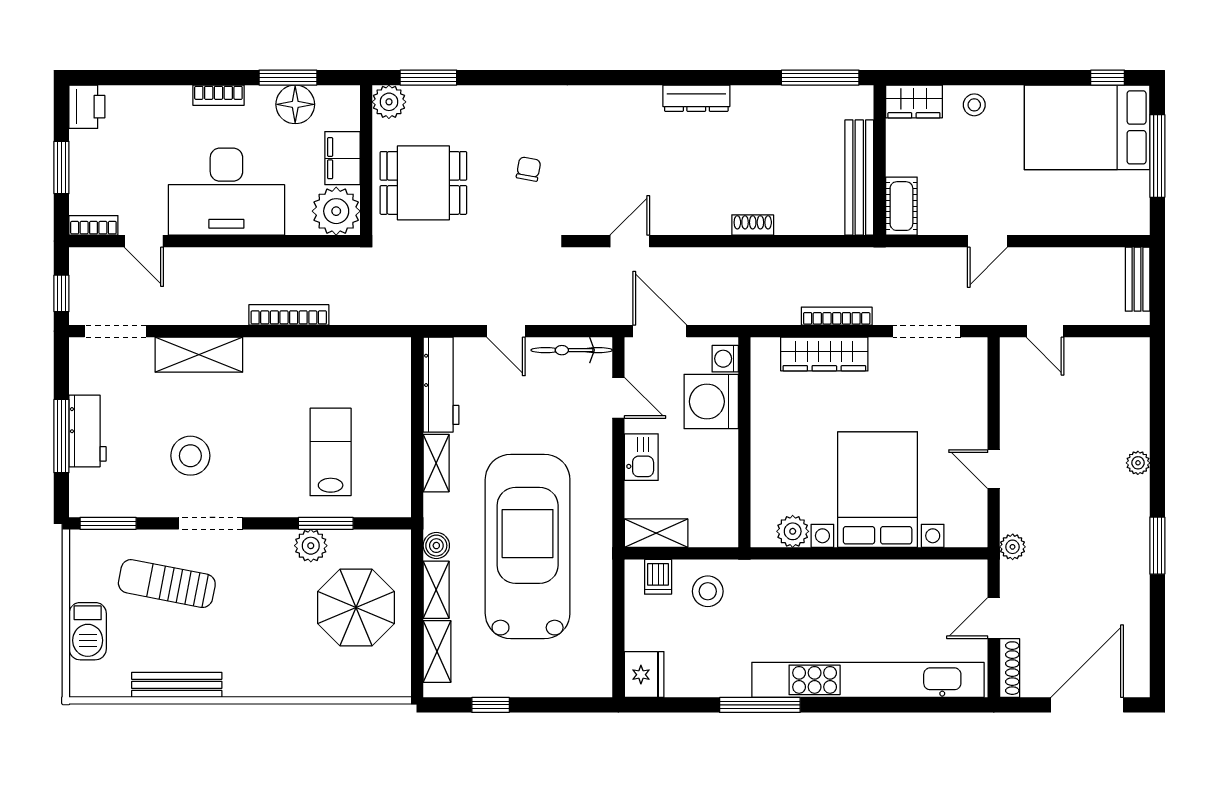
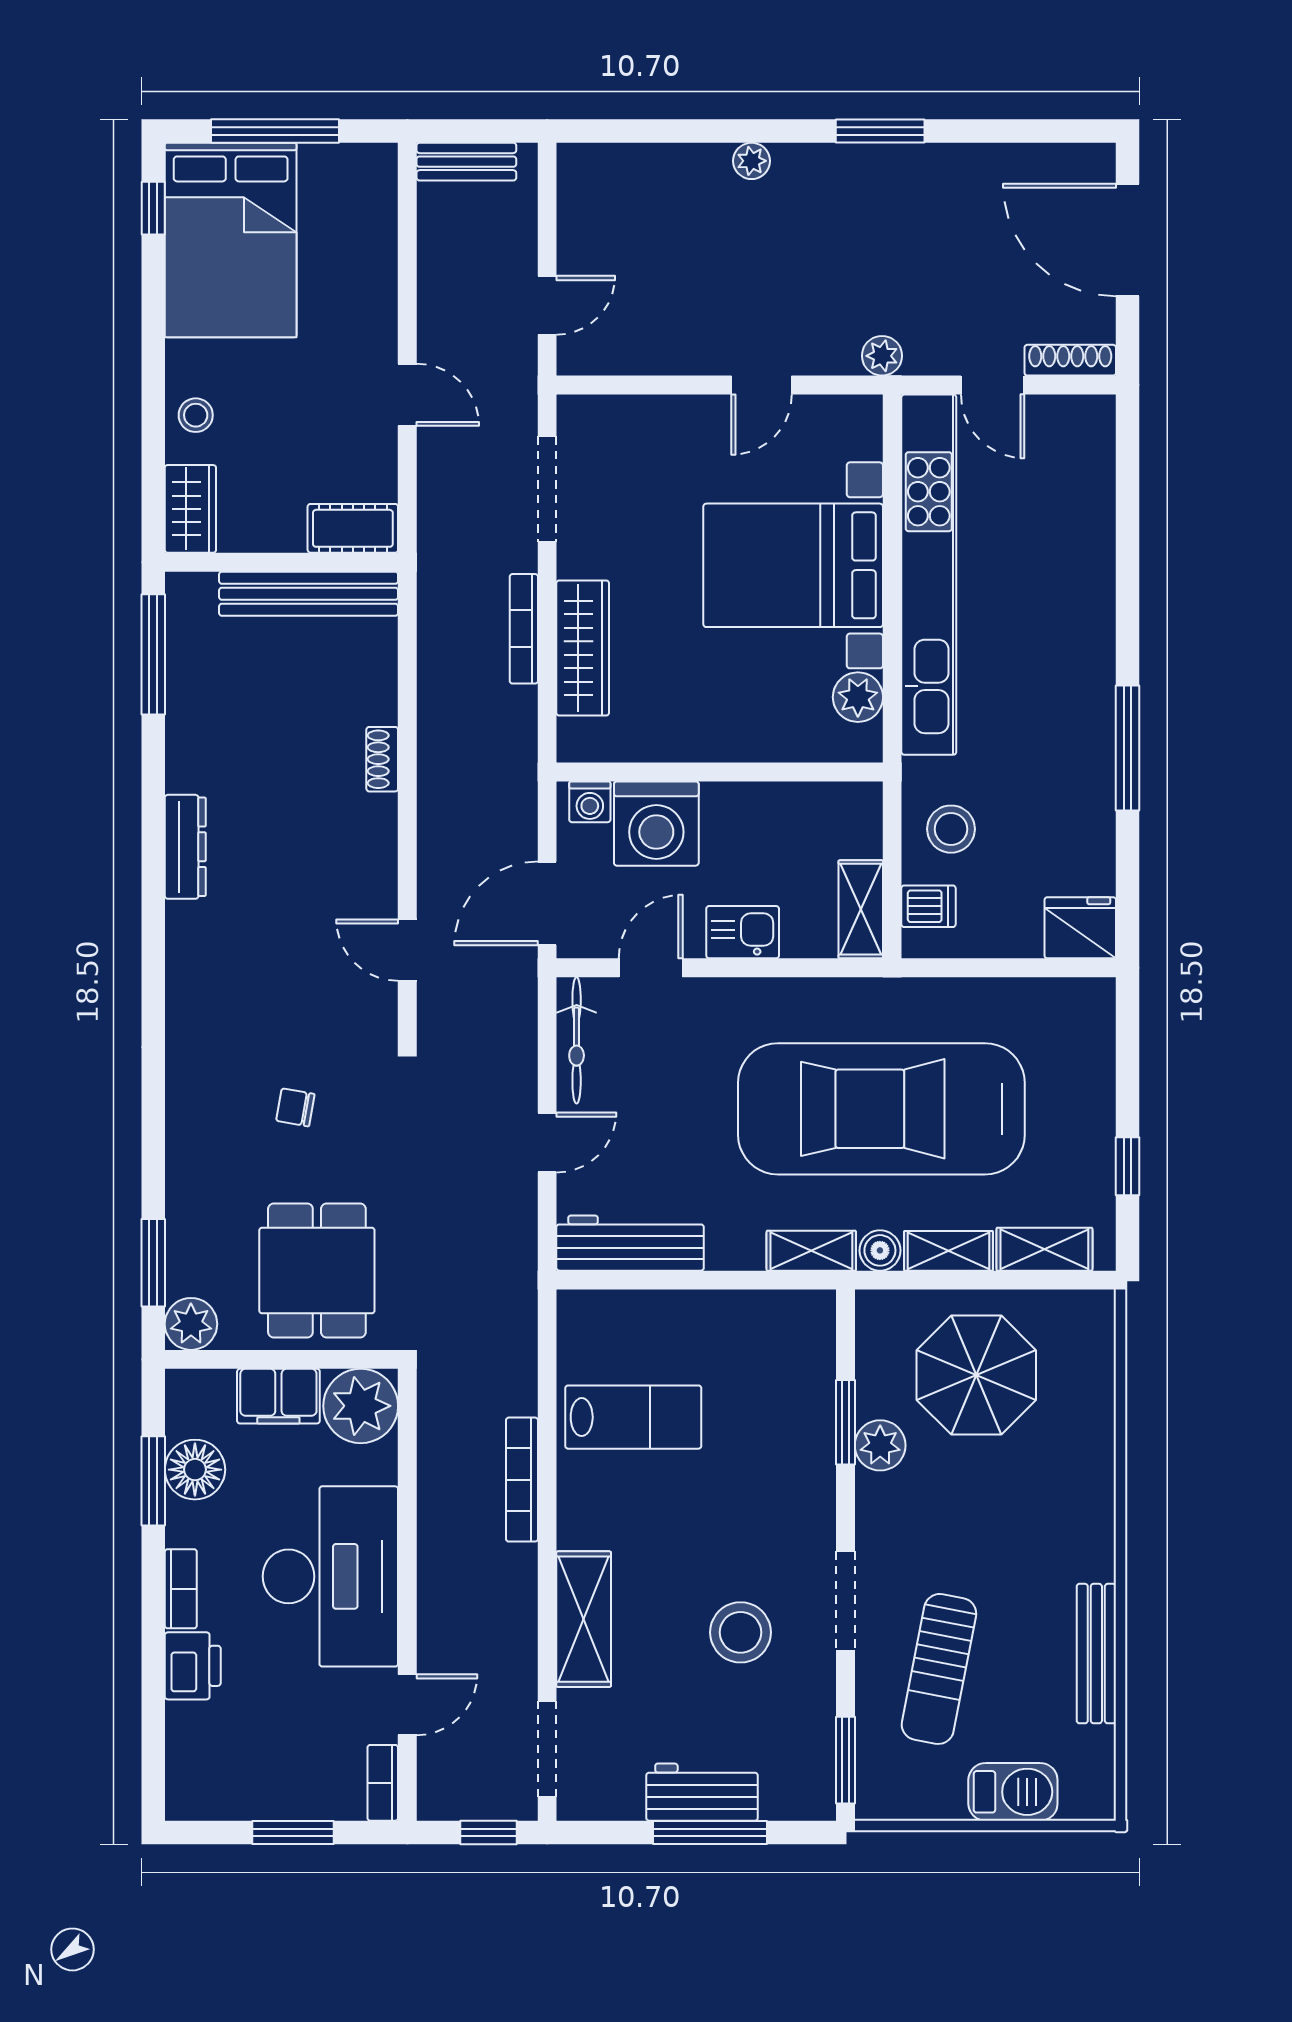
printer: (87, 107) -> (193, 1666), moved, turned 90
lab bench: (331, 452) -> (633, 1417), moved, turned 180
shelving: (436, 463) -> (811, 1251), moved
kitchen unit: (868, 680) -> (929, 575), moved, turned 180

